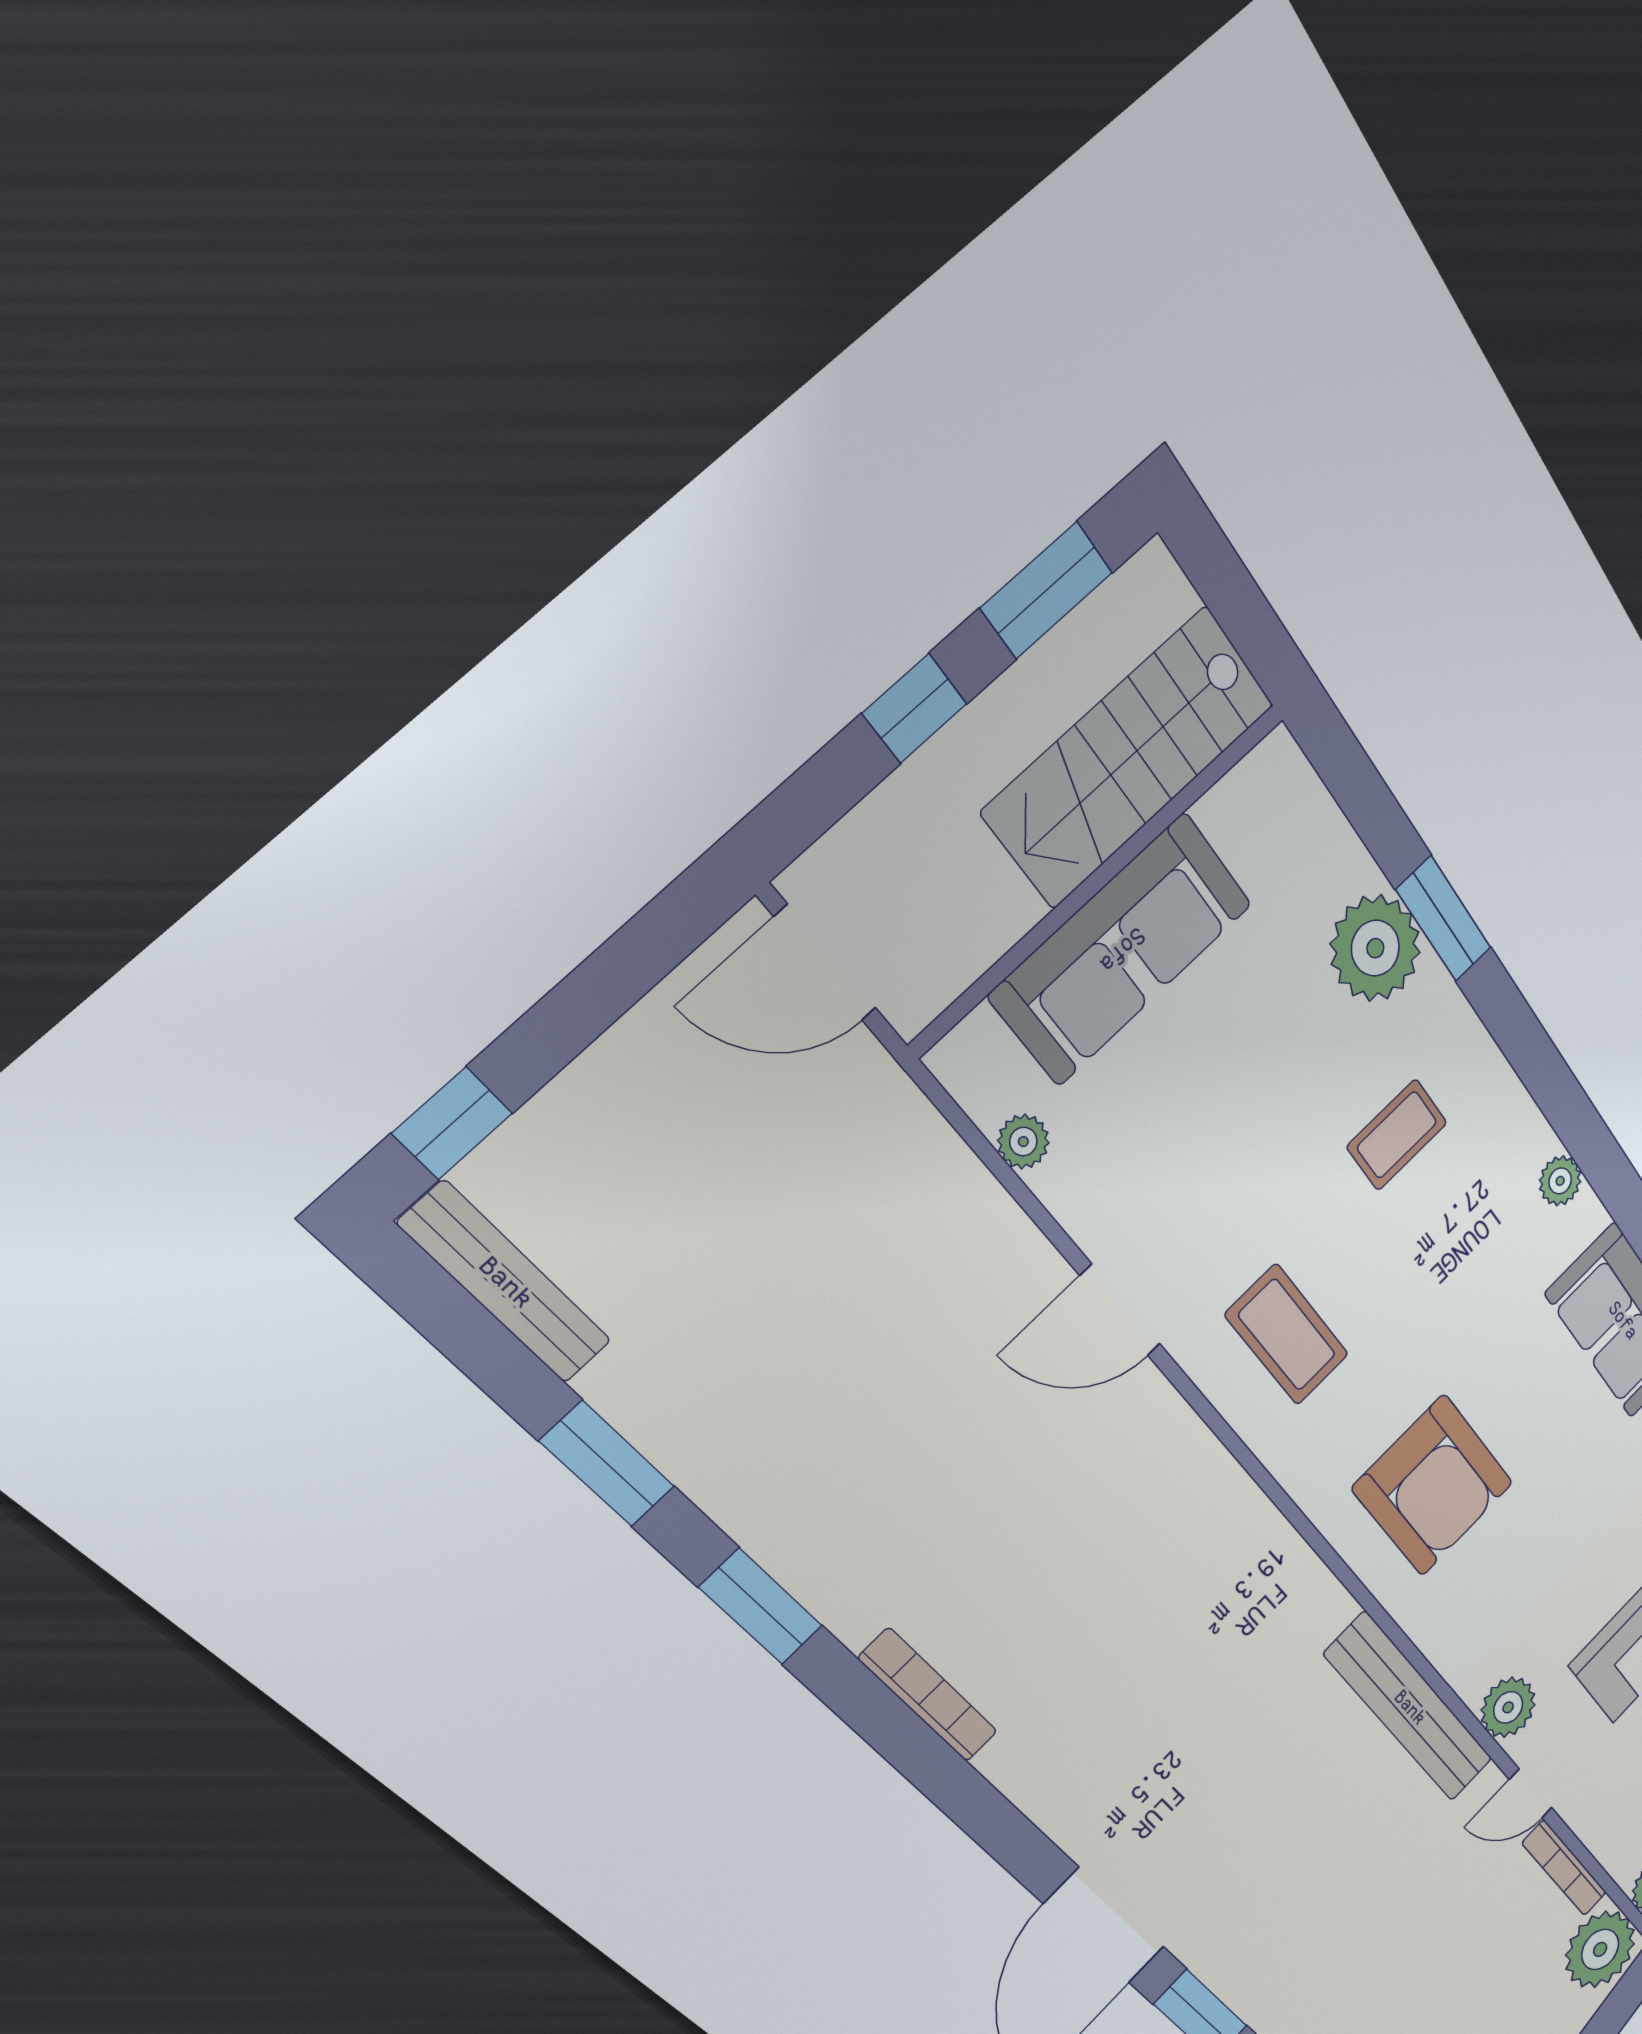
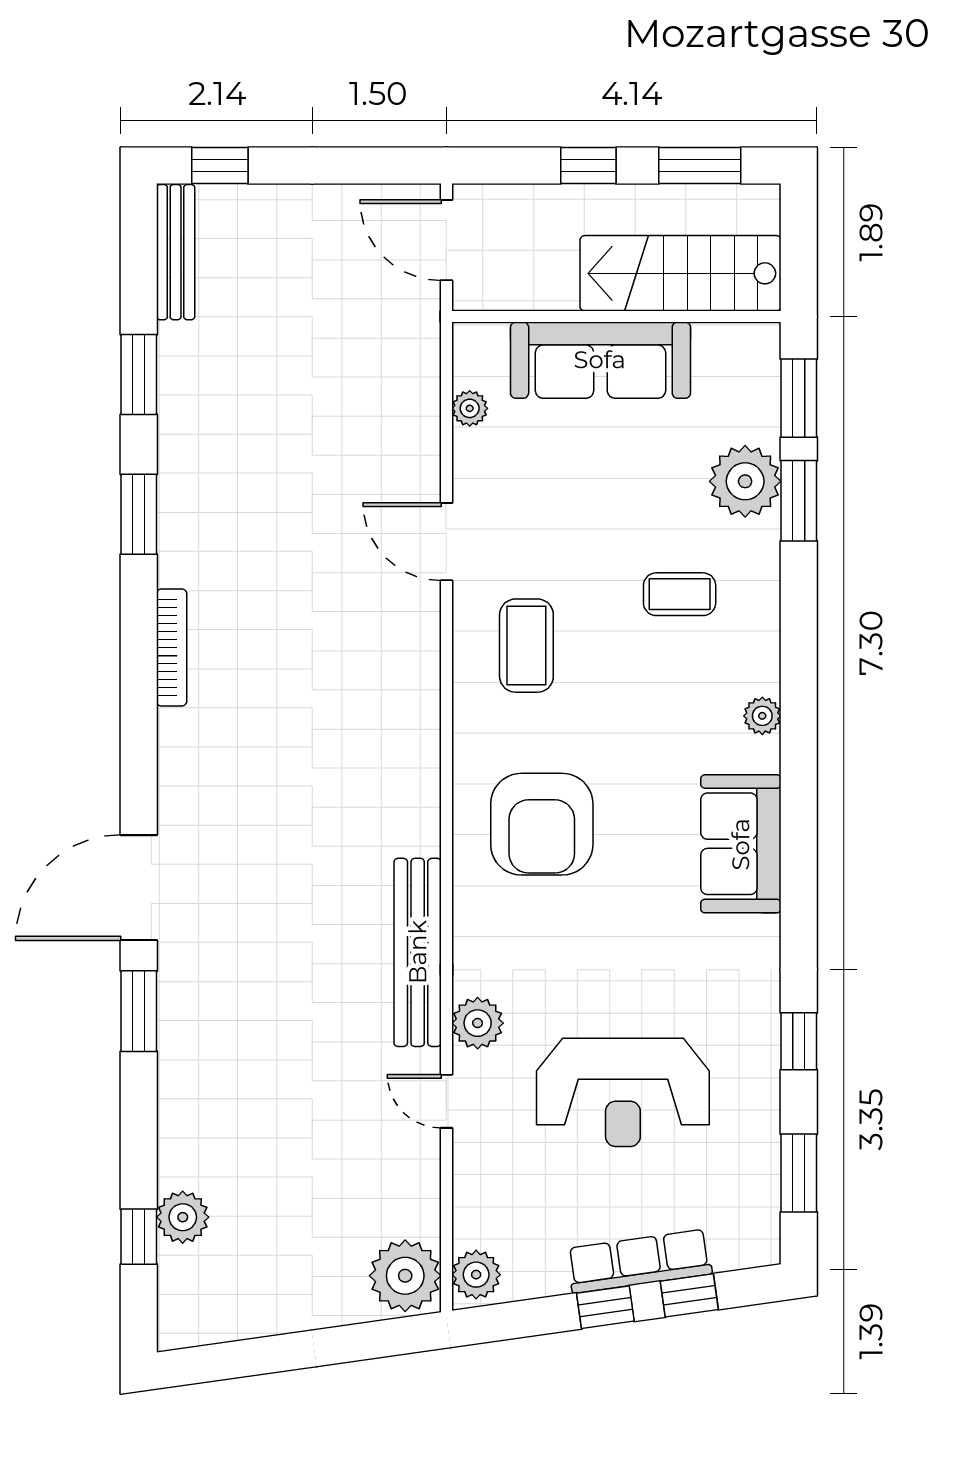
window: (1364, 798) -> (799, 398), added
bookcase: (1564, 1868) -> (427, 1183), removed

